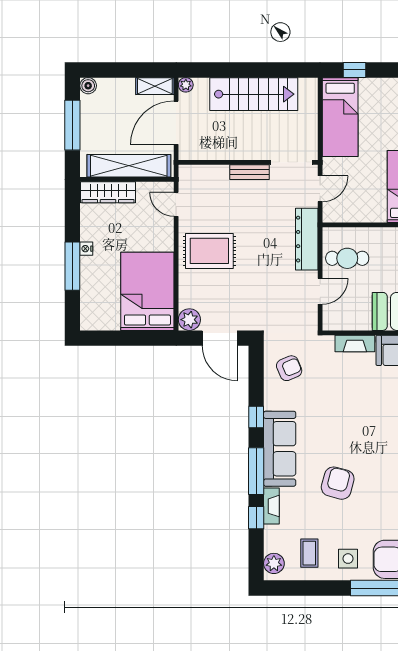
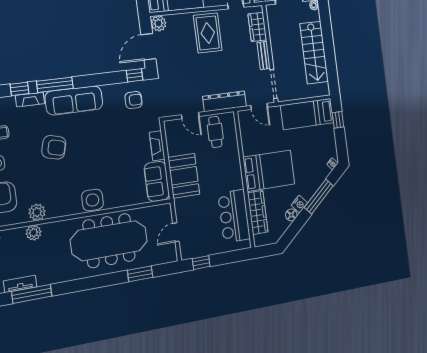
wardrobe: (208, 176) -> (257, 27), added
armchair: (289, 368) -> (133, 100), turned -67
window: (256, 417) -> (135, 75), moved

